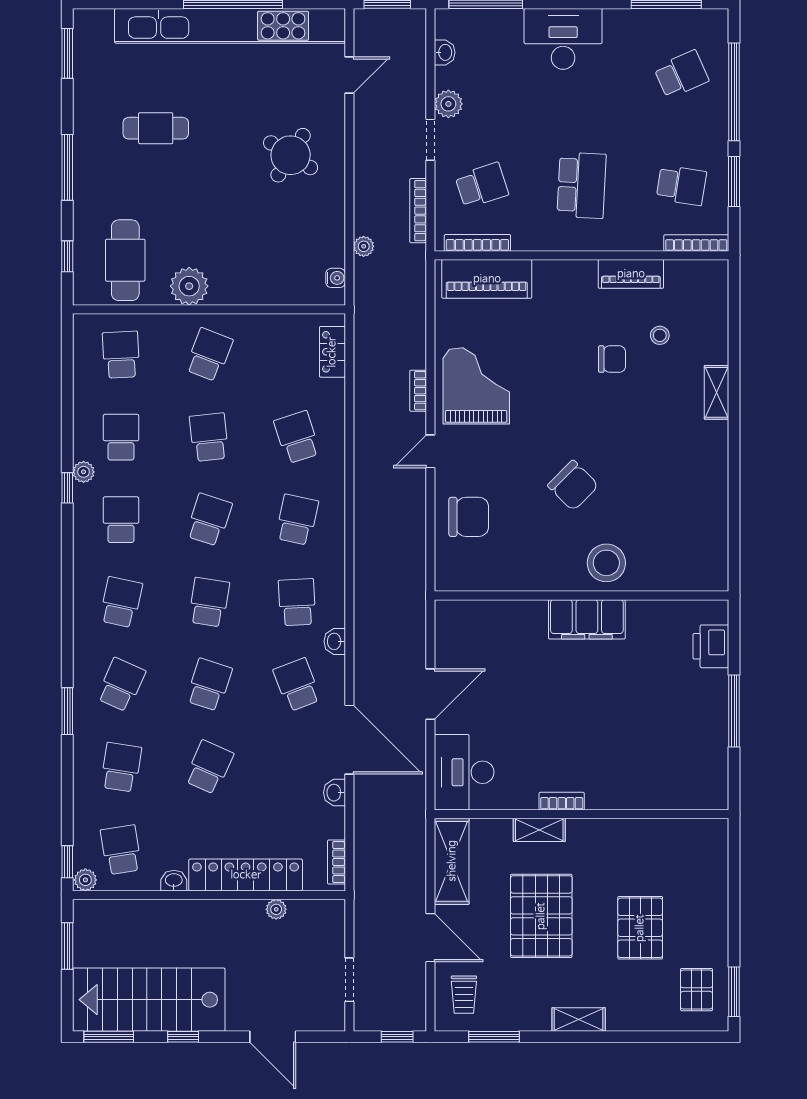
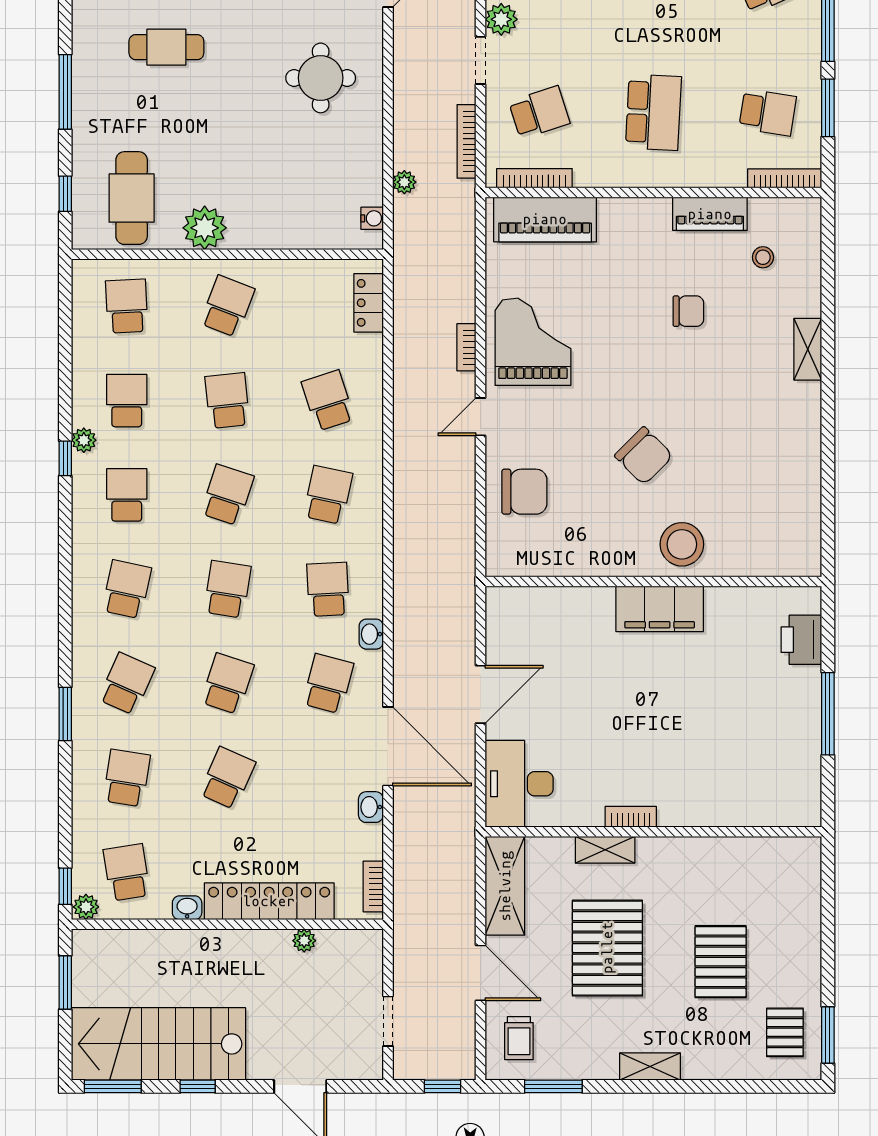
round table: (291, 155) -> (321, 78), turned -32
stool: (660, 335) -> (763, 257), moved
school desk: (297, 685) -> (328, 684), turned 36

